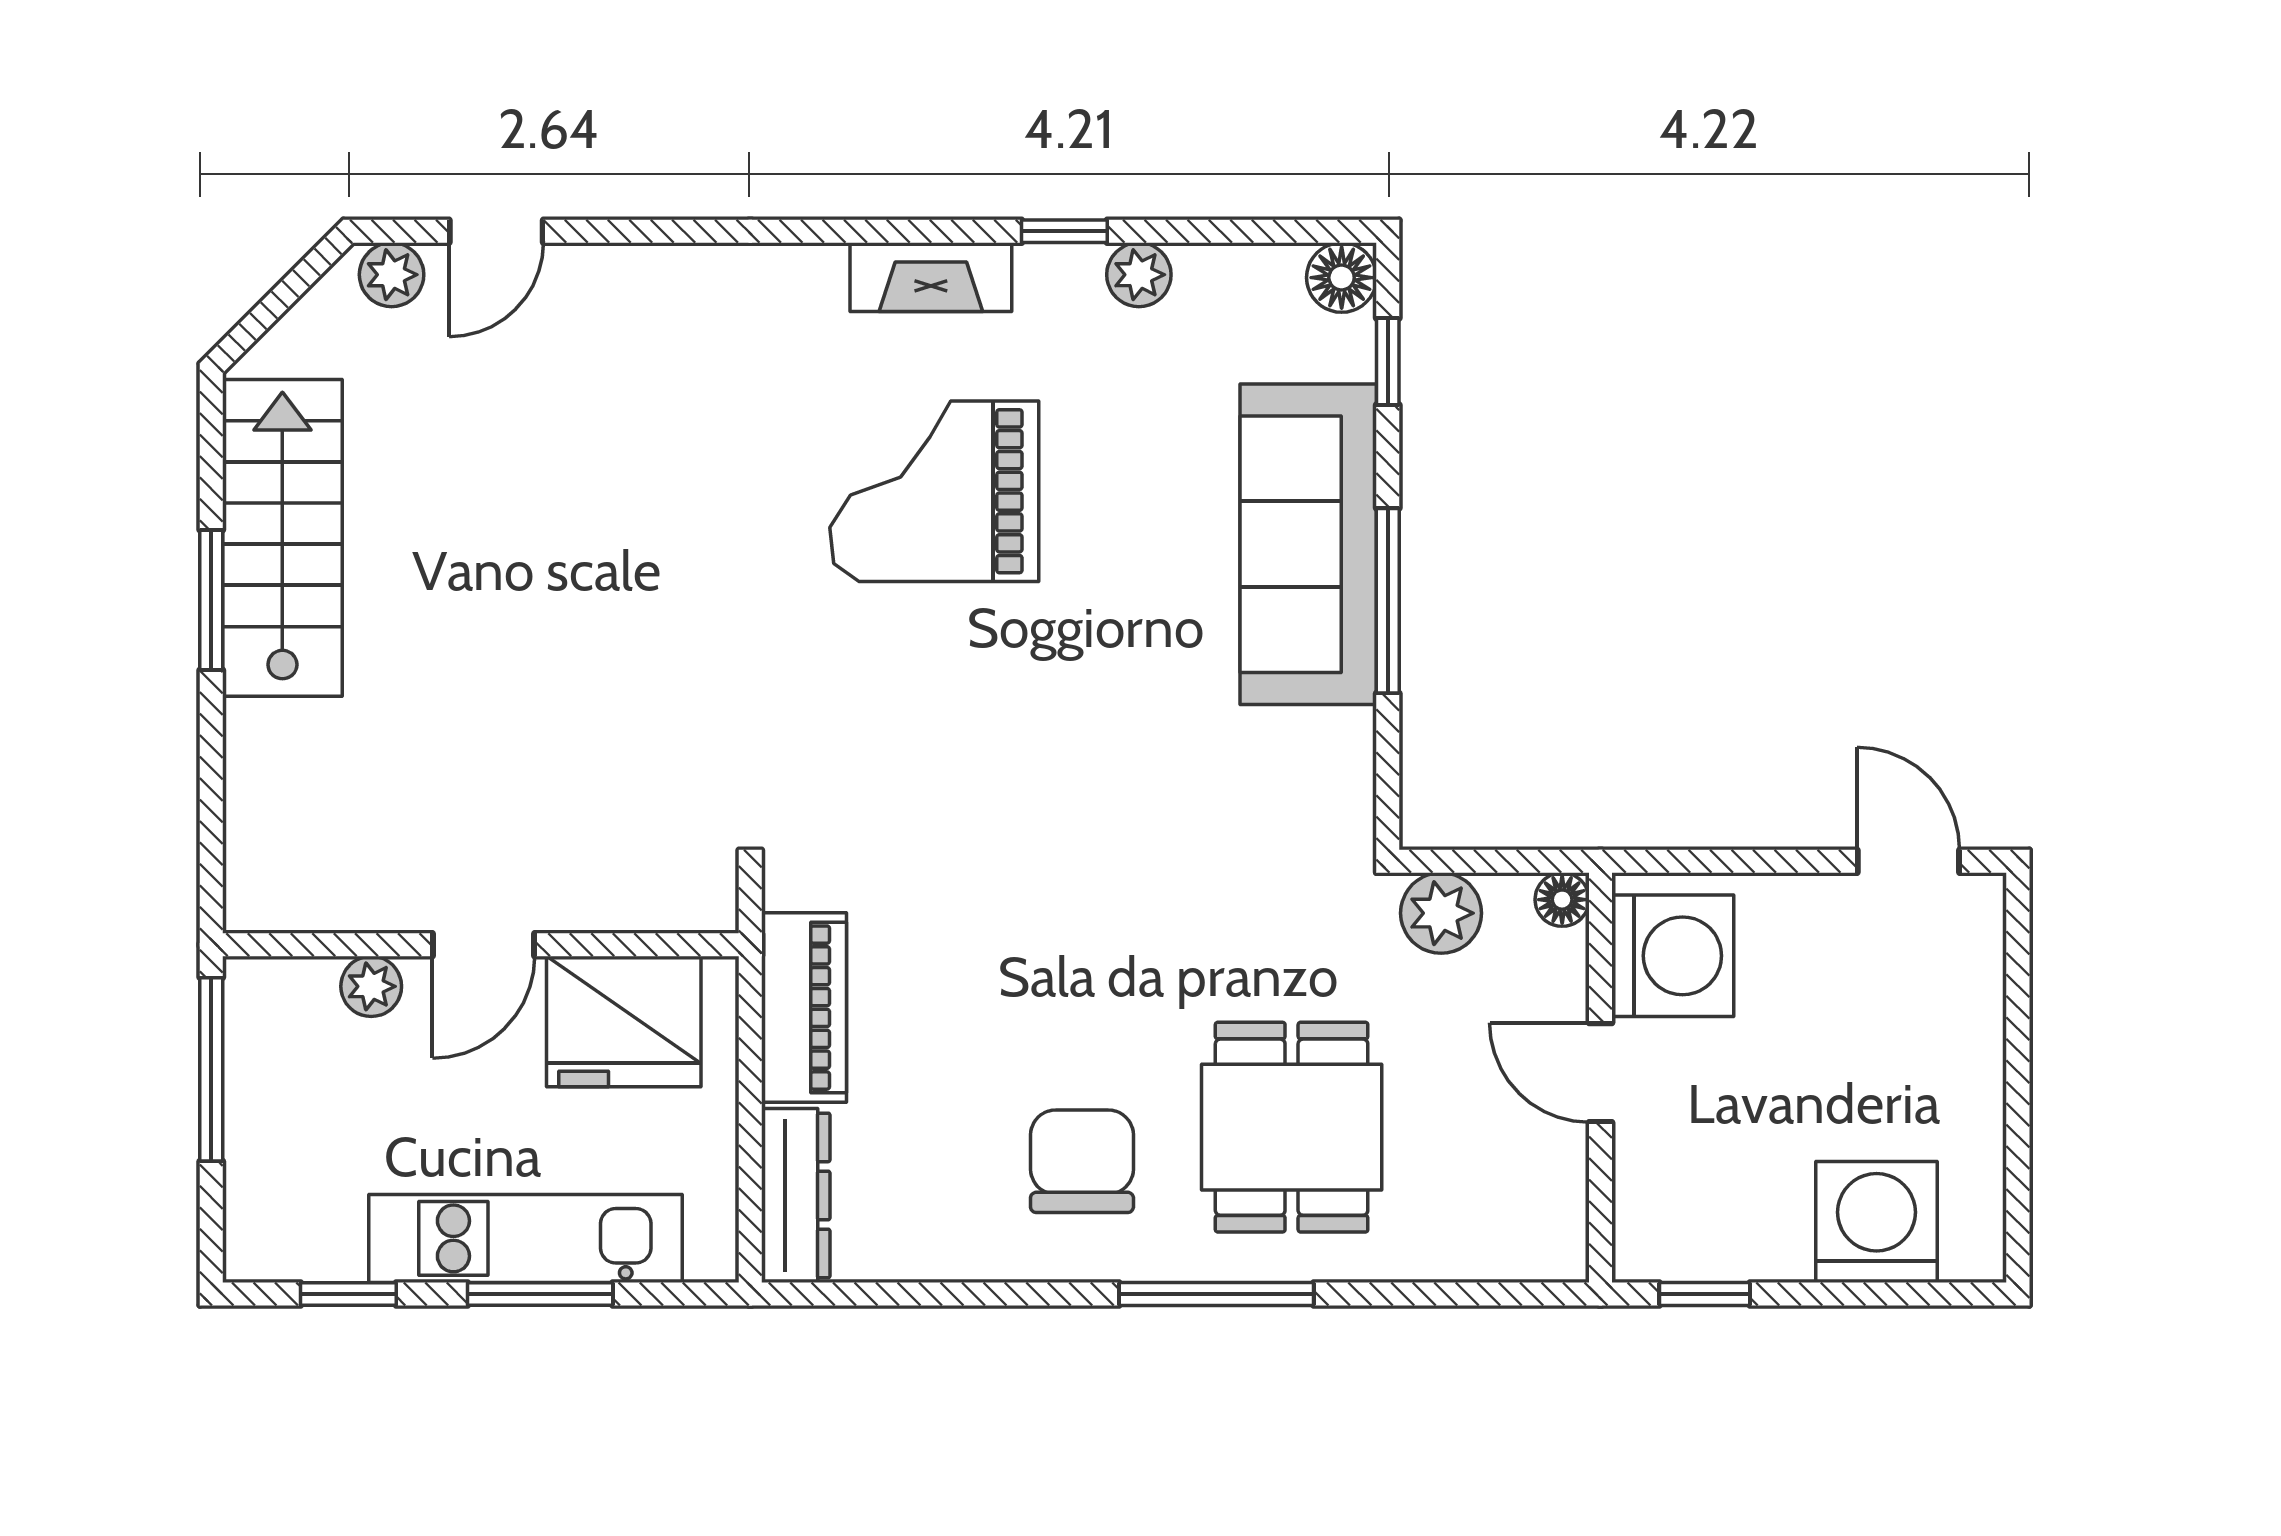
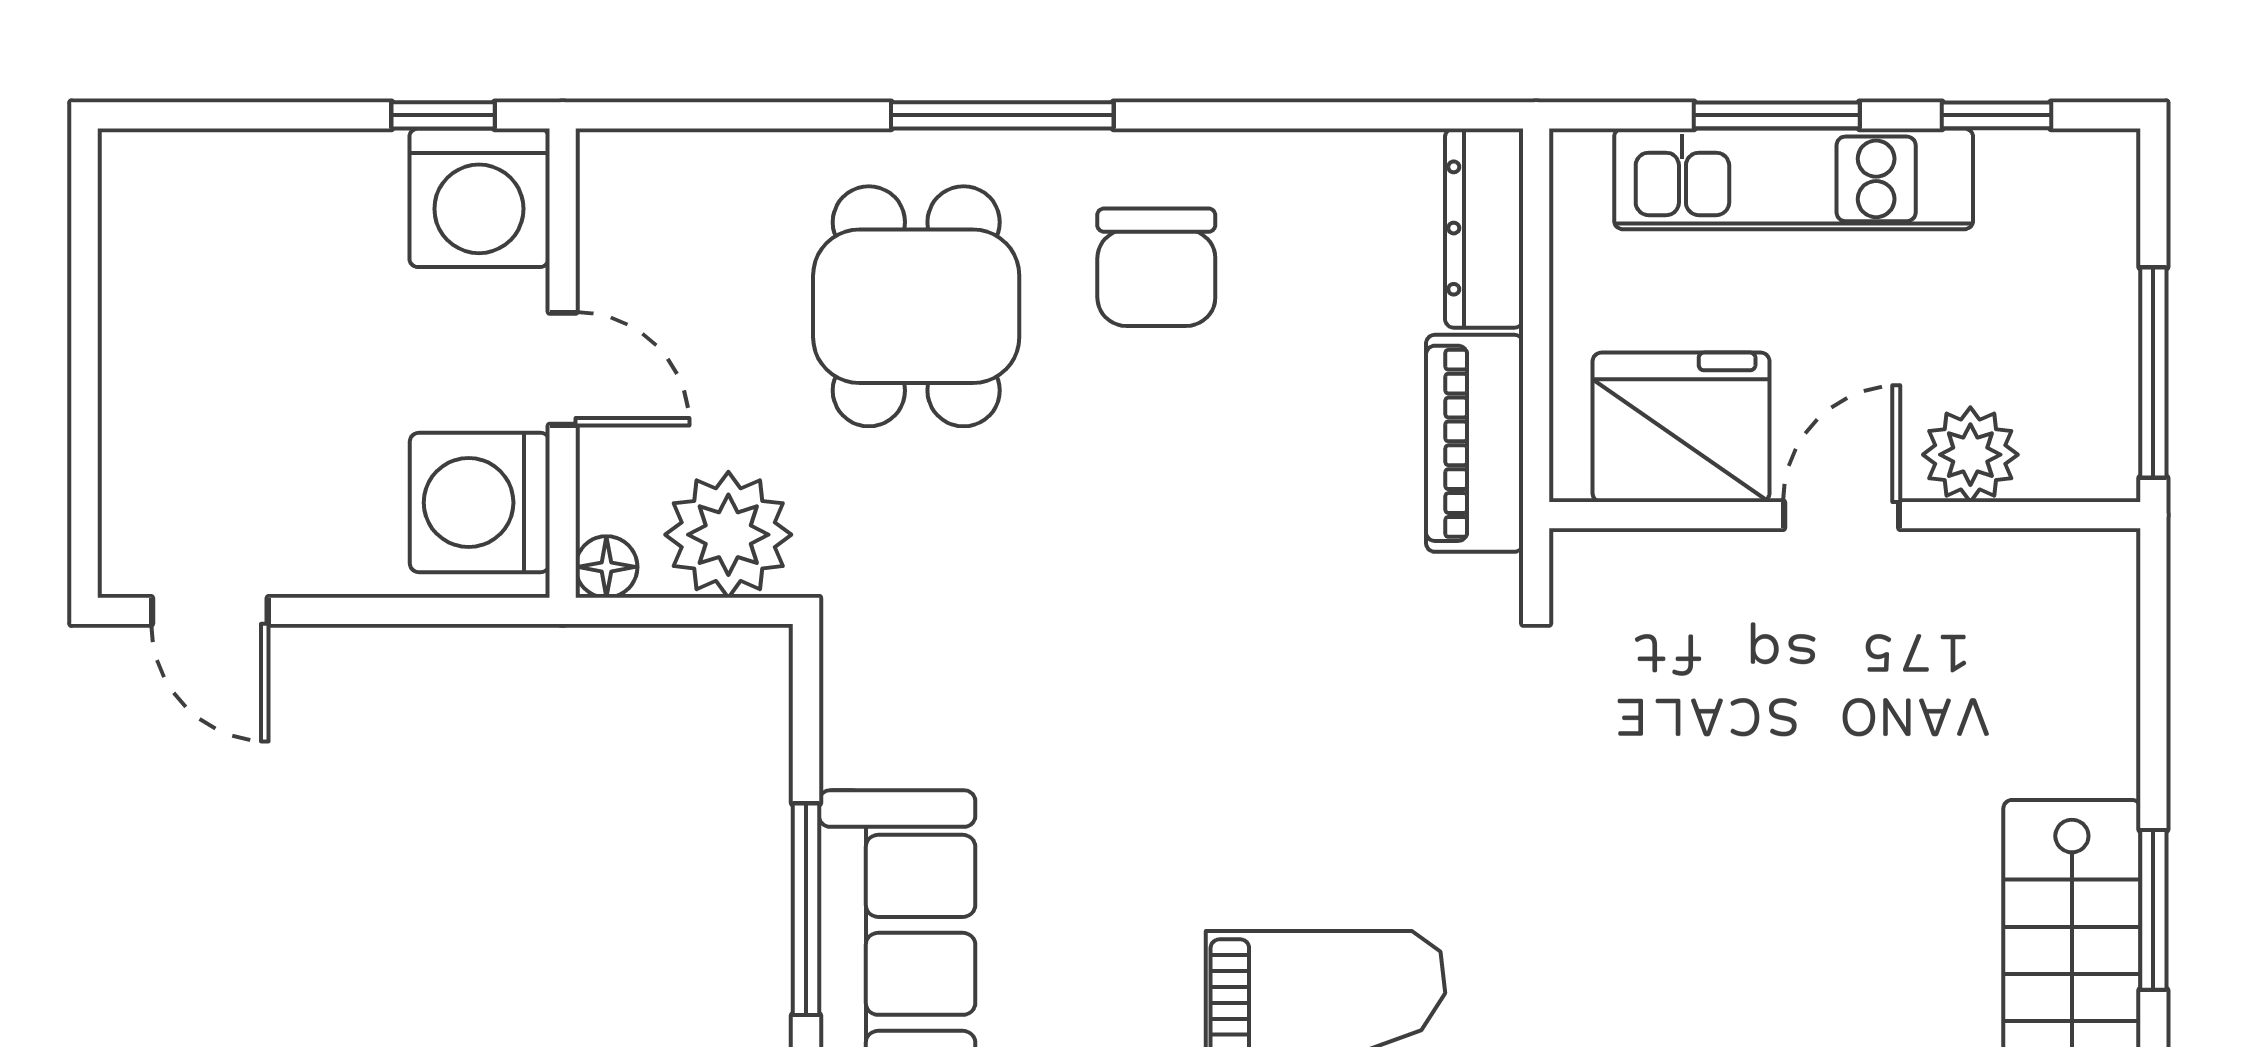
plant: (1441, 913) -> (728, 535), width x1.36, depth x1.36
plant: (371, 986) -> (1970, 455), width x1.38, depth x1.38
washing machine: (1877, 1222) -> (479, 198), moved

